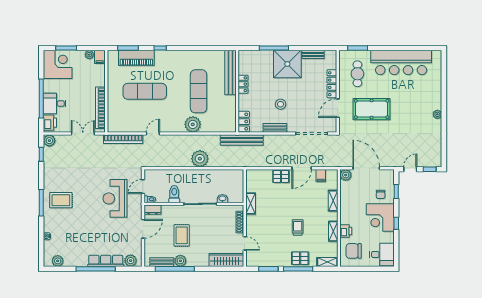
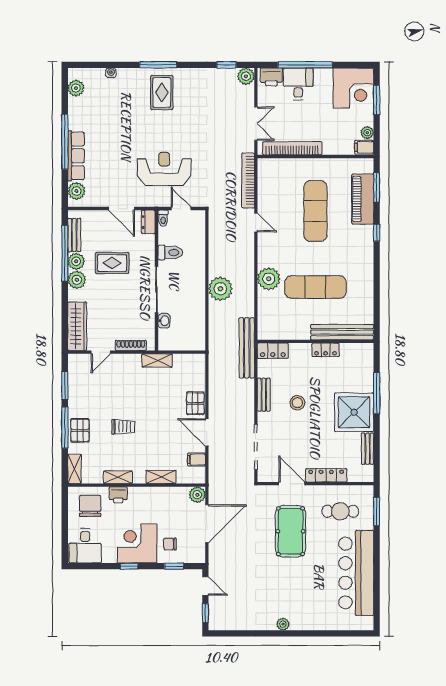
plant: (193, 260) -> (77, 280), added

